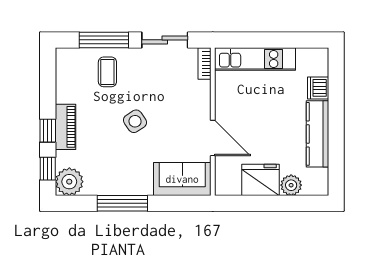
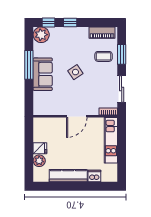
window: (104, 40) -> (122, 54), width x0.69
piano: (65, 127) -> (102, 33), moved
door: (213, 138) -> (77, 116), moved
sofa: (182, 179) -> (43, 74), moved
fridge: (260, 180) -> (40, 148), width x0.53, depth x0.75

